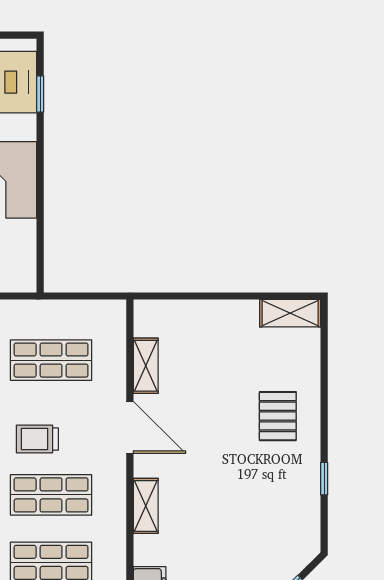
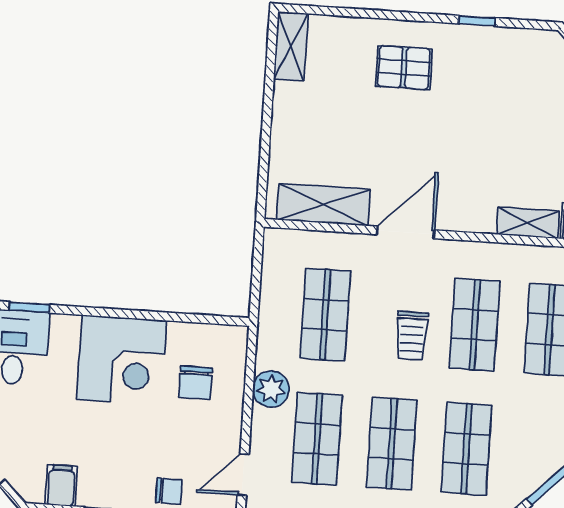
shelving: (146, 366) -> (323, 205), width x1.50, depth x1.33
shelving: (146, 506) -> (528, 223), moved

